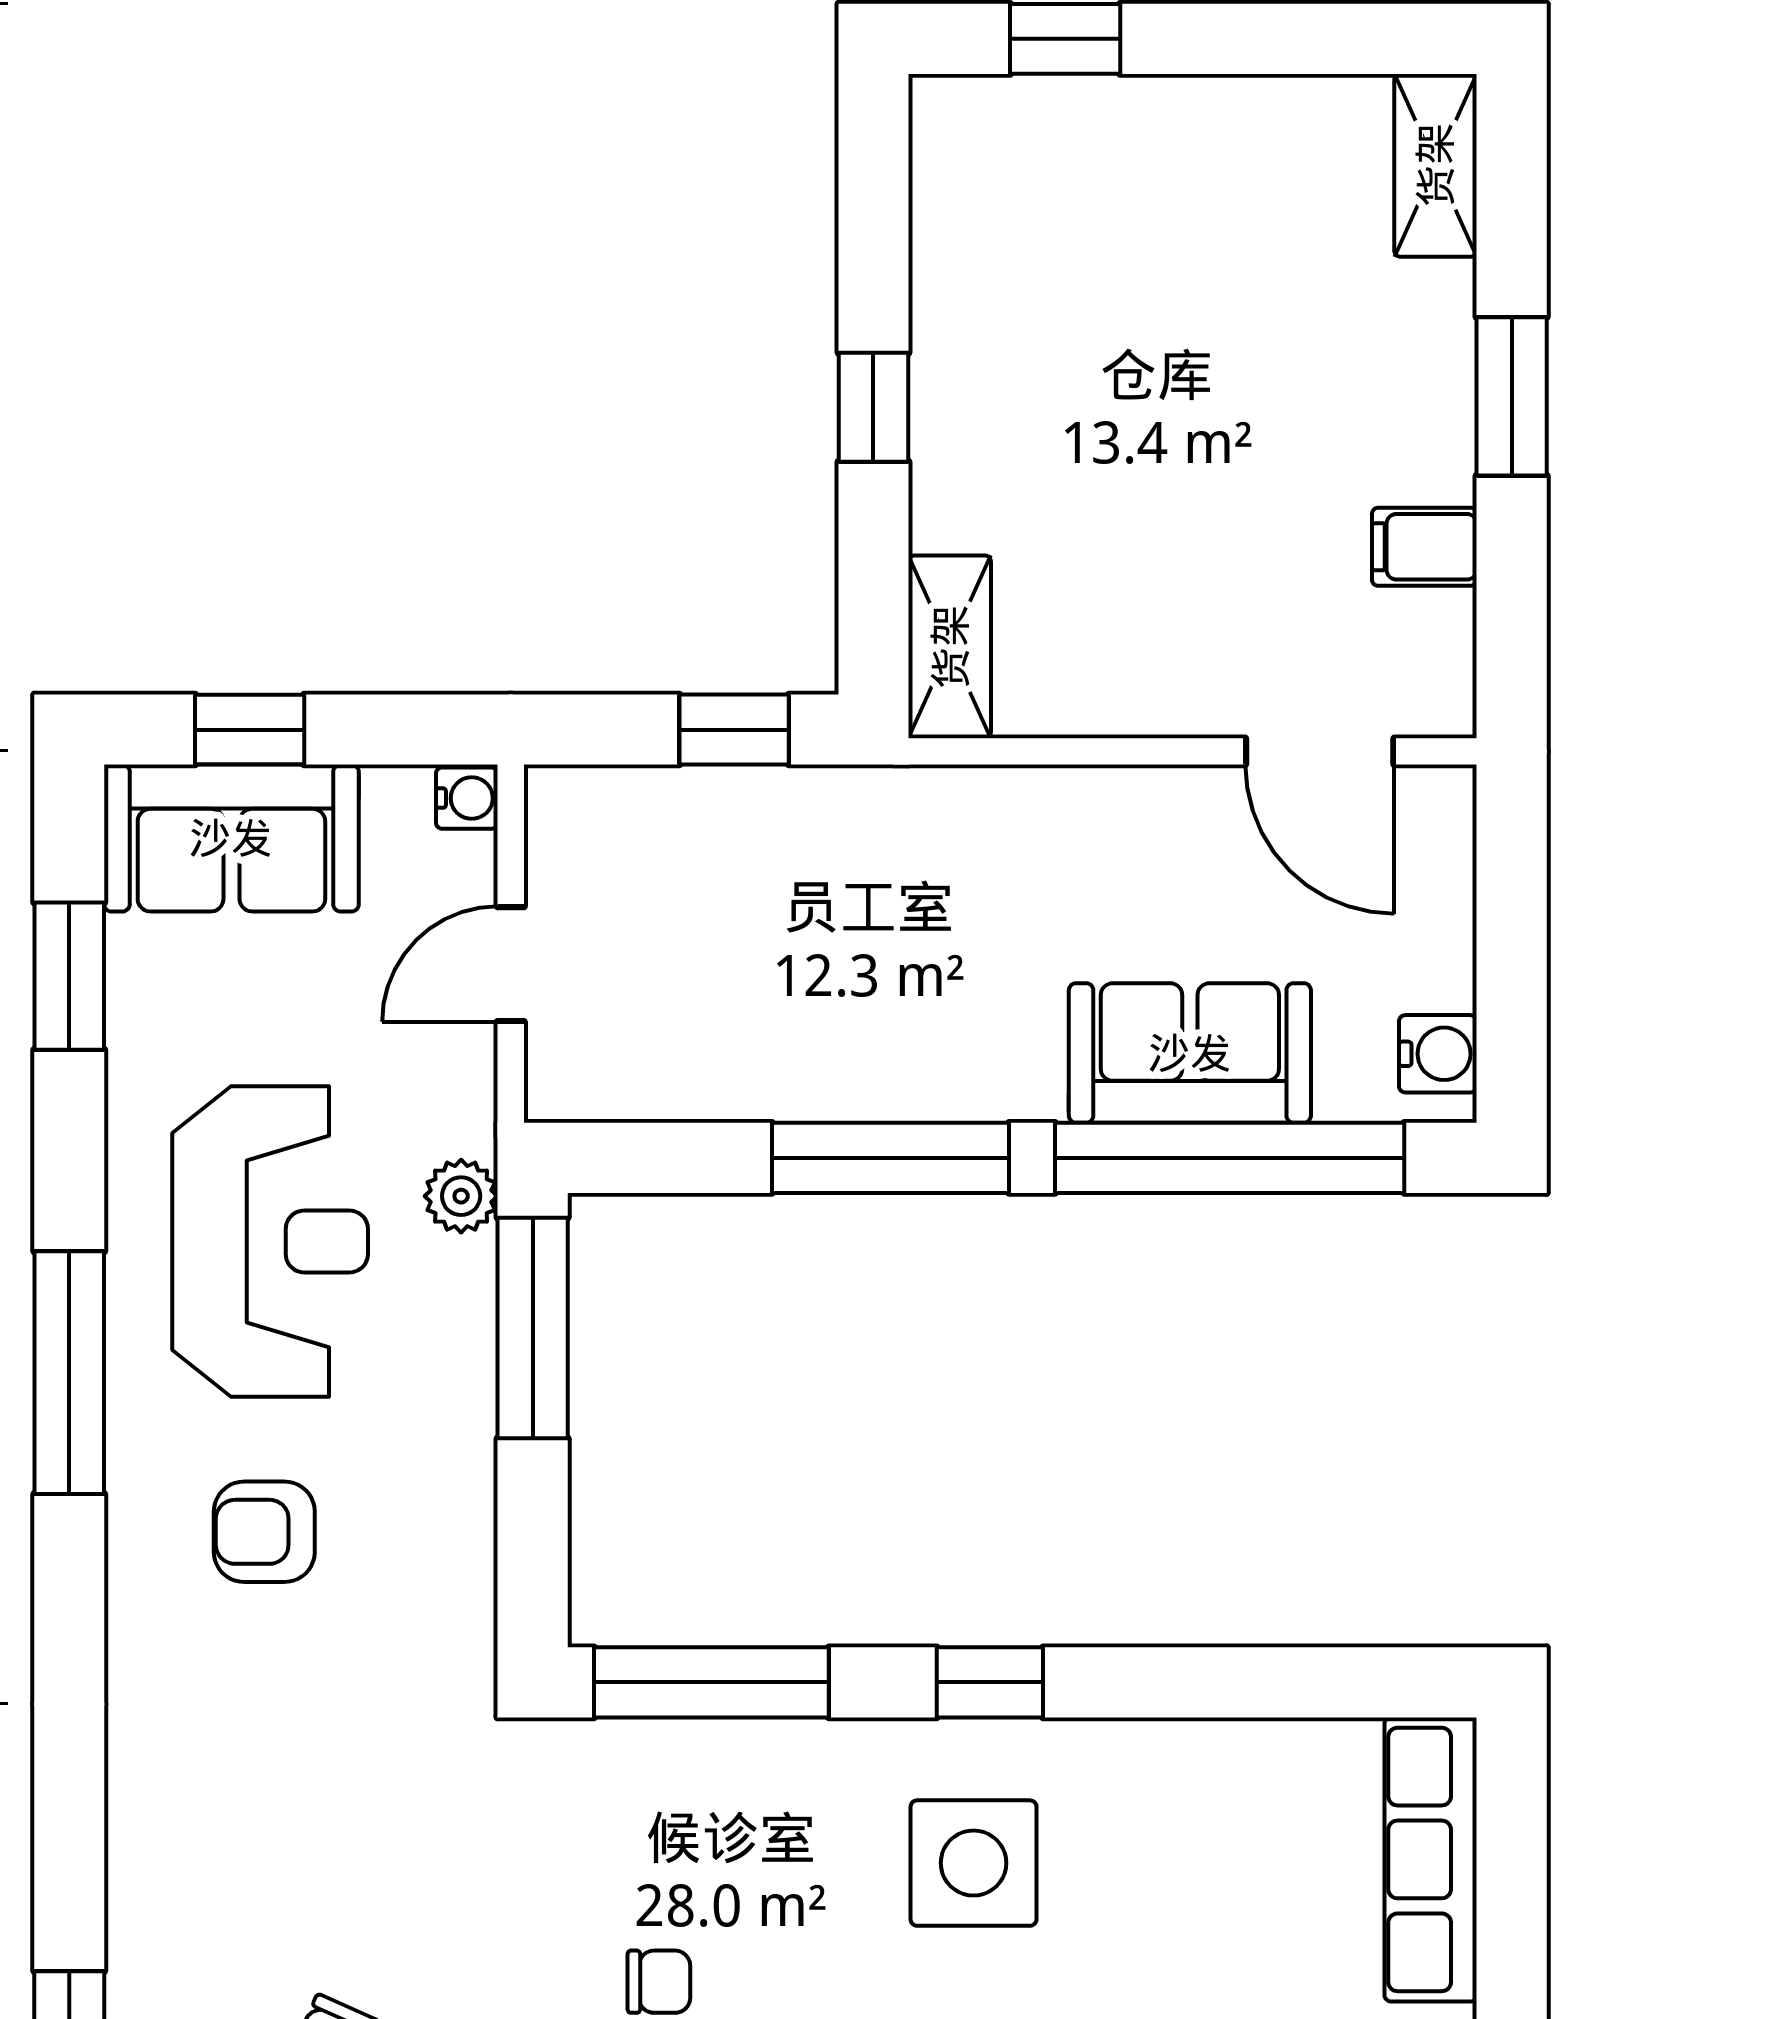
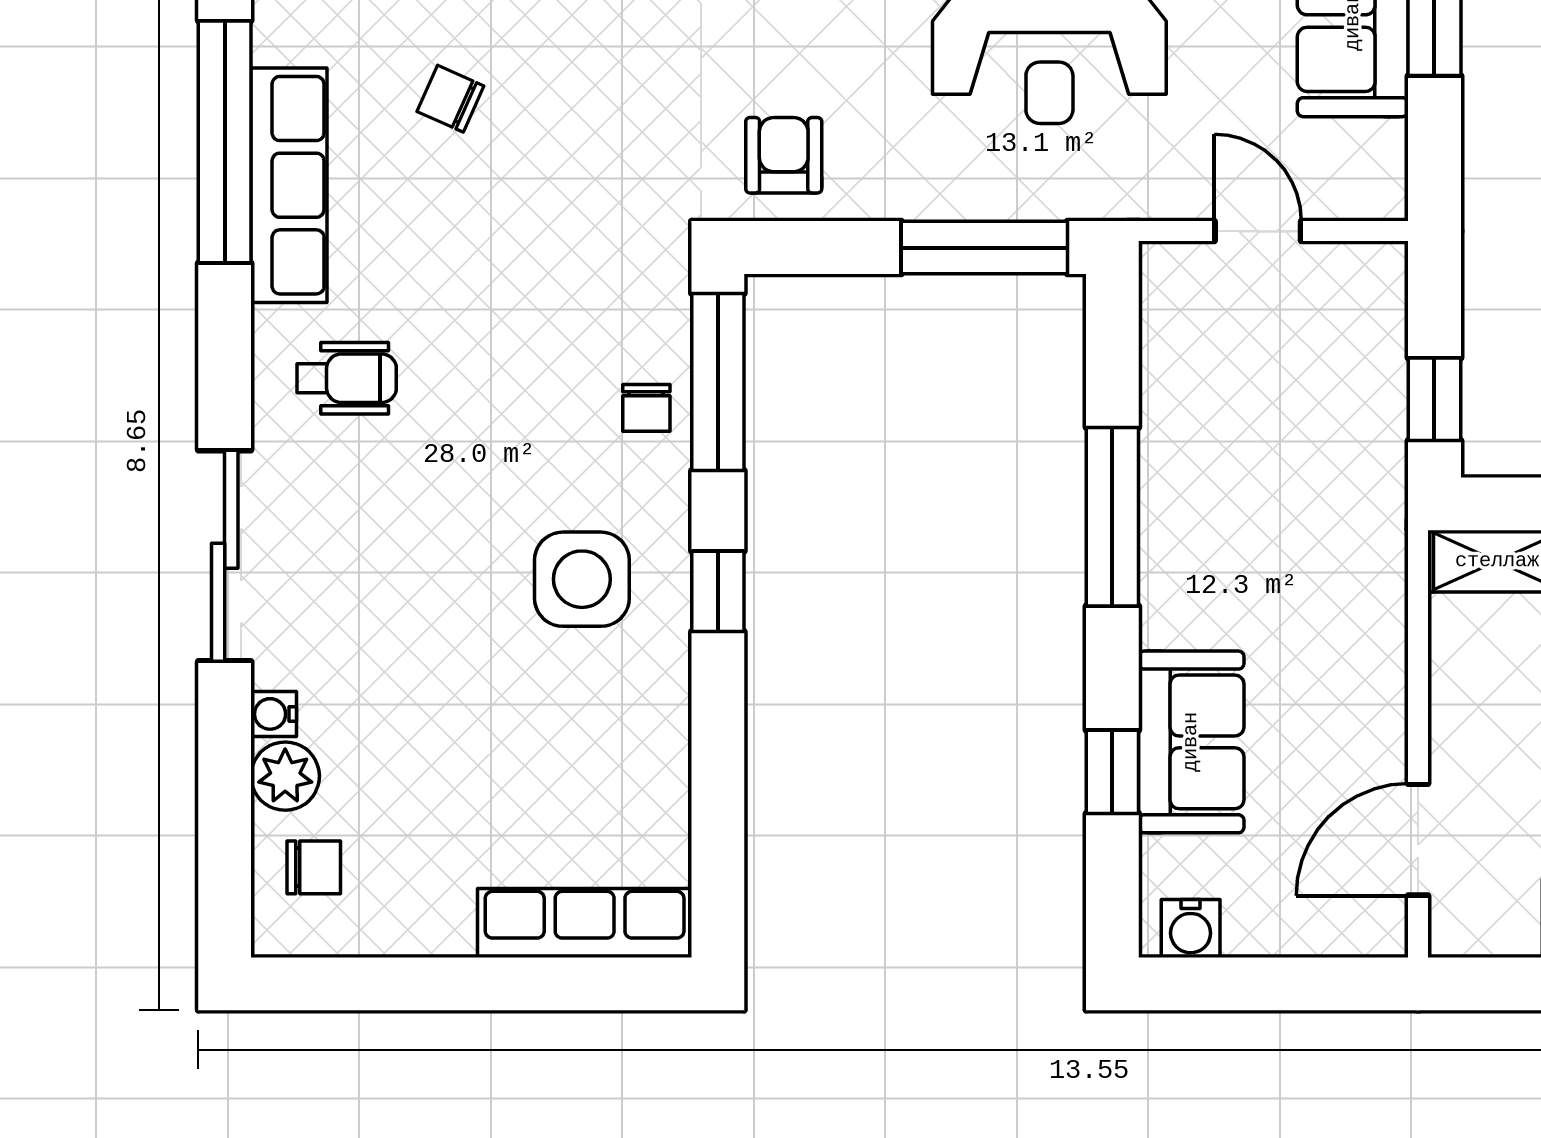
water cooler: (467, 798) -> (1383, 198), removed
window: (1230, 1158) -> (1112, 772), width x0.32
plant: (461, 1196) -> (1084, 194), removed
armchair: (264, 1532) -> (784, 155), moved
chair: (659, 1982) -> (646, 408), moved

